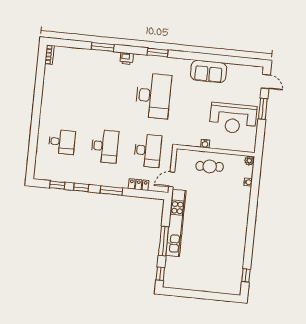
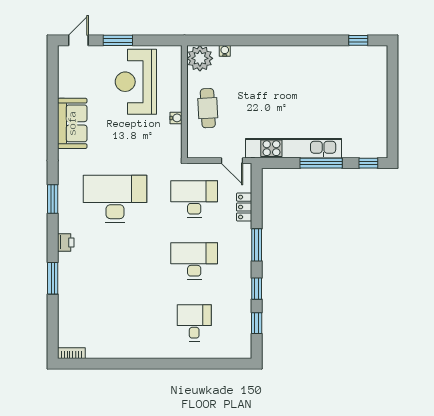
reception desk: (233, 118) -> (136, 82), turned 180
plant: (249, 161) -> (200, 58), width x1.87, depth x1.87

